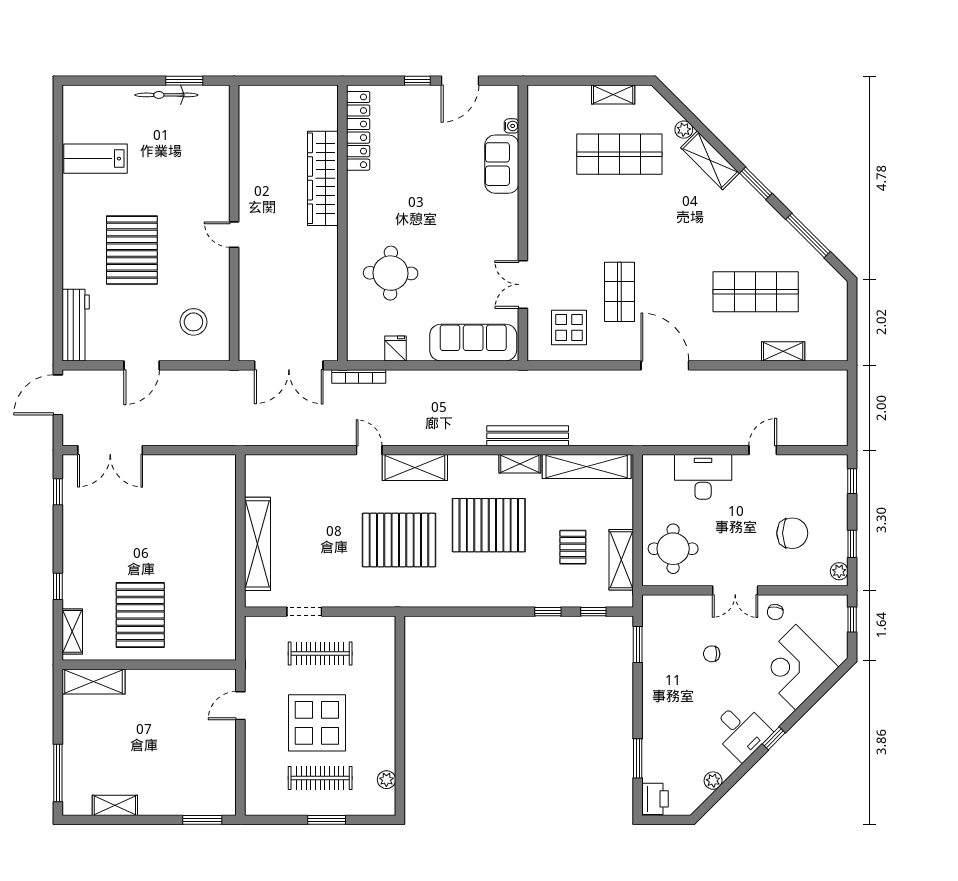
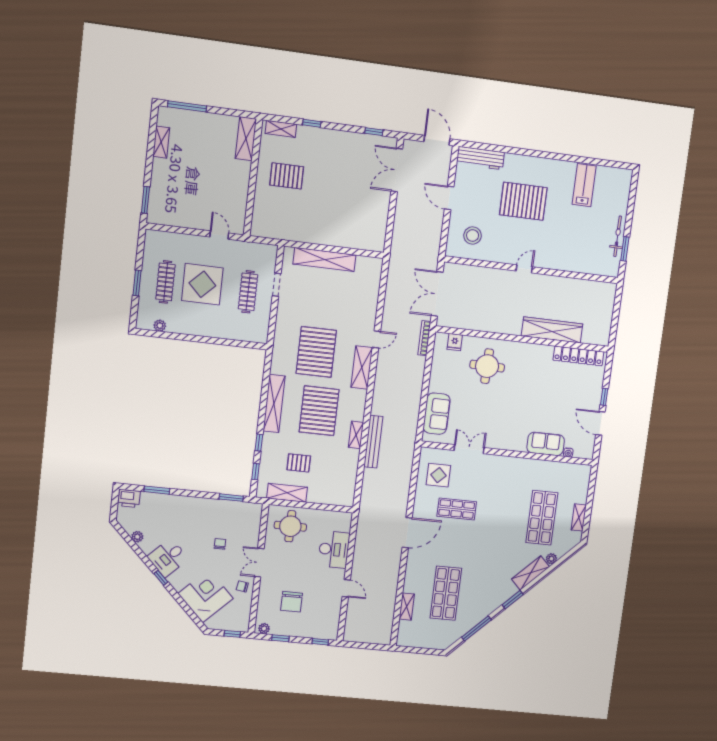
sofa: (473, 343) -> (437, 414), width x0.73
fridge: (395, 348) -> (455, 342), moved, turned 90
shelving: (587, 467) -> (274, 404), moved
pallet: (140, 615) -> (287, 176), width x0.73, depth x0.71

